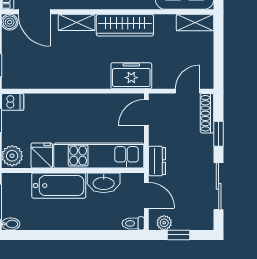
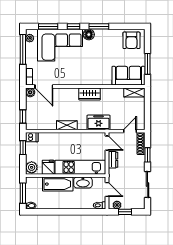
shelving: (77, 22) -> (67, 125), moved
wardrobe: (125, 25) -> (90, 94), width x0.67
door: (146, 113) -> (107, 143), swing flipped
dresser: (157, 161) -> (113, 160), moved

